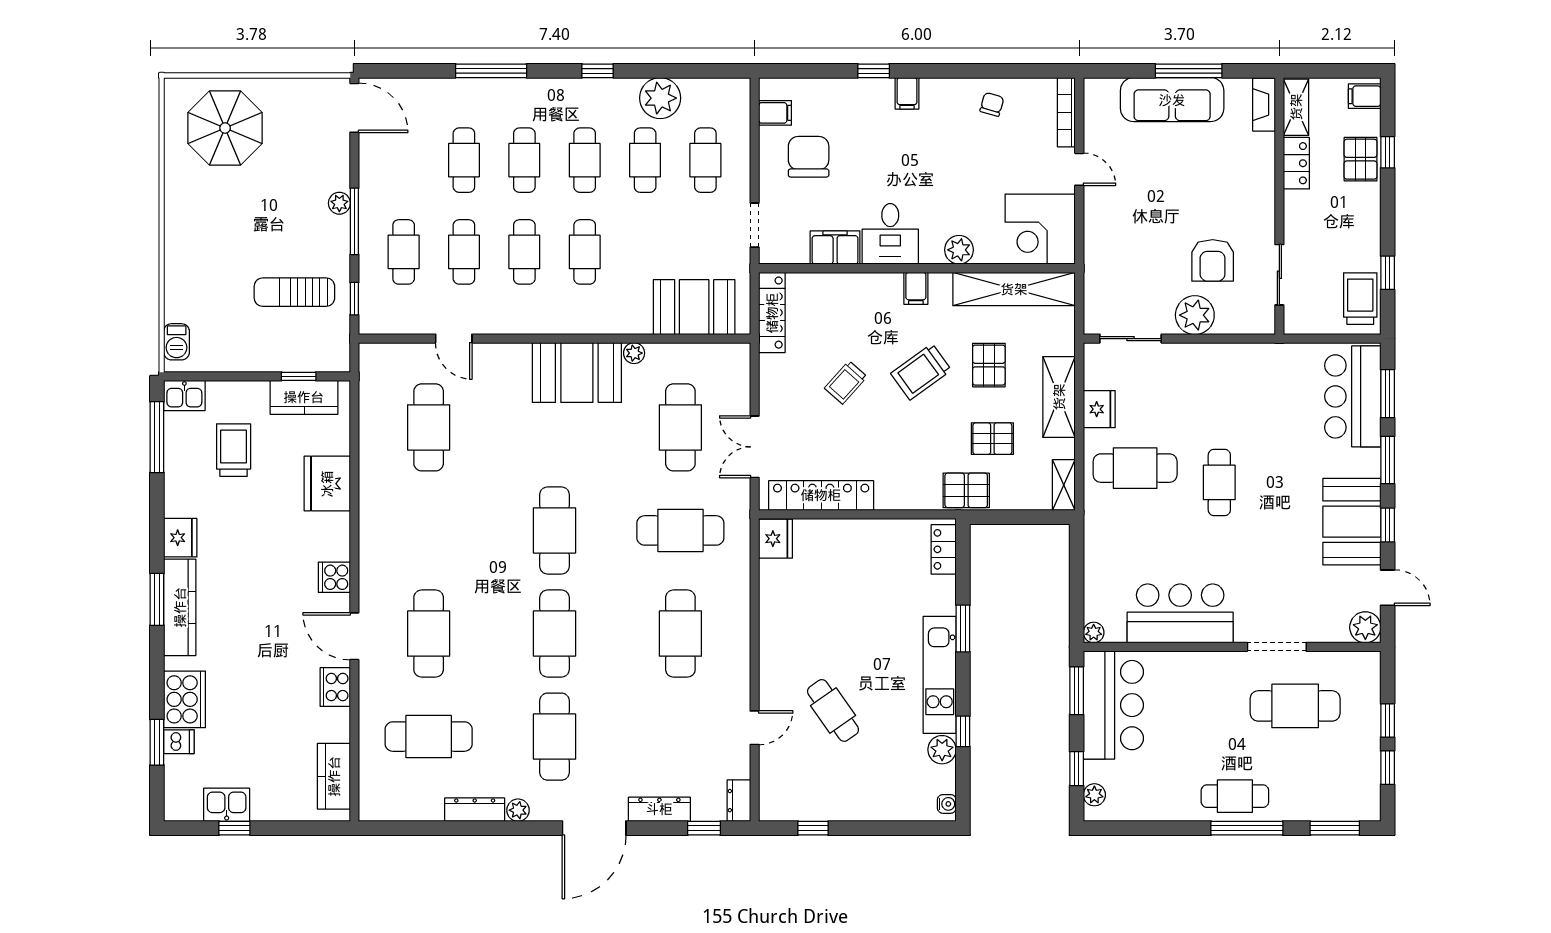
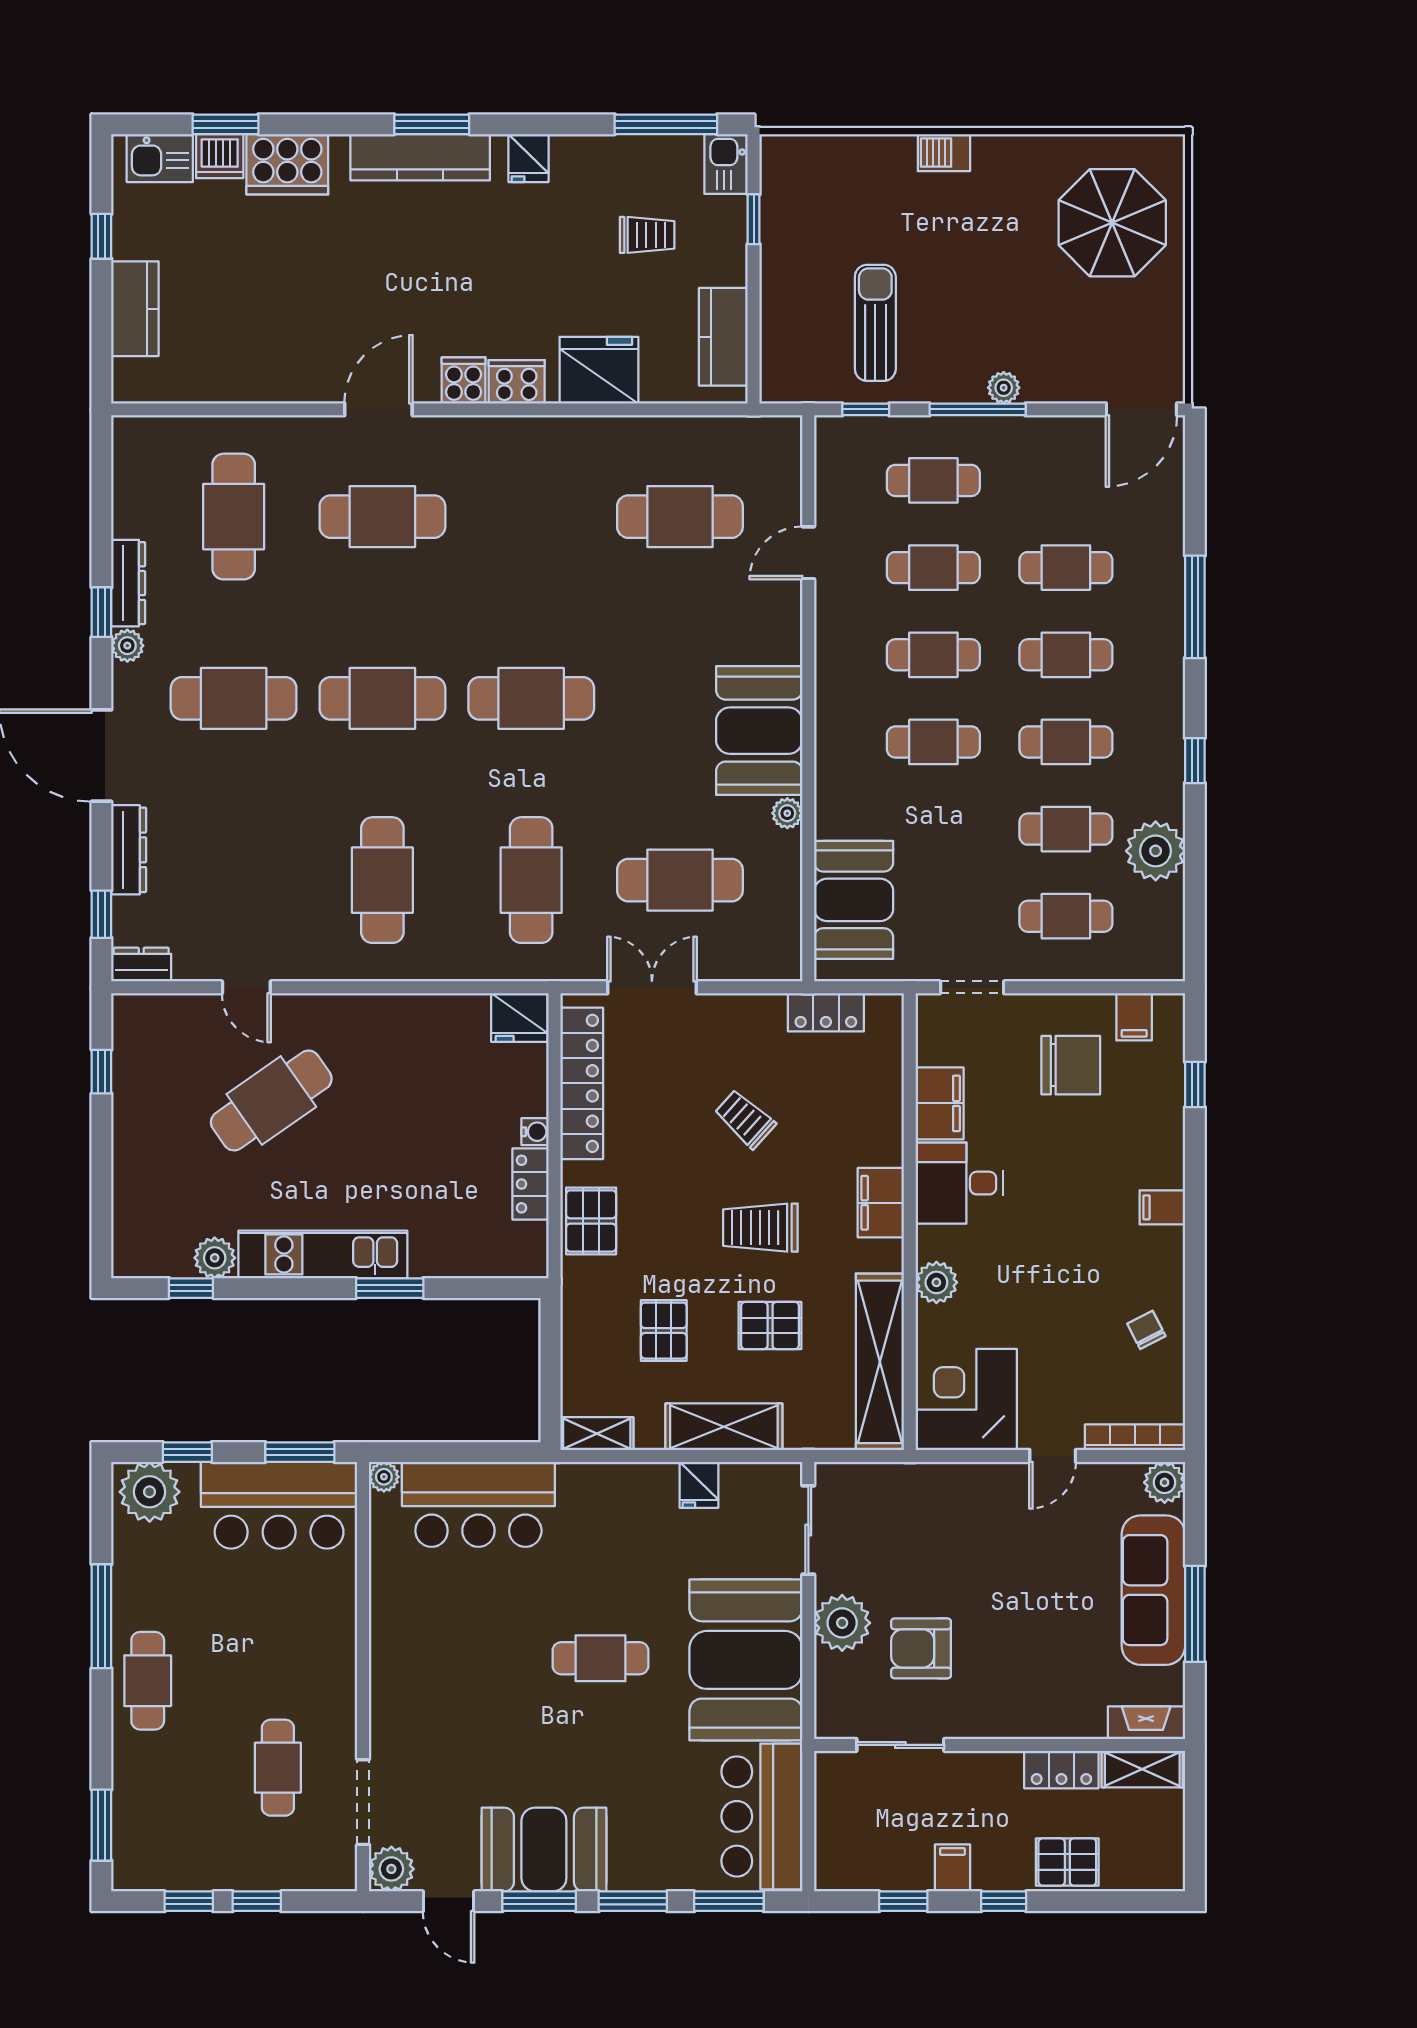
window: (874, 71) -> (1195, 1085), moved
plant: (1098, 92) -> (1165, 1482), added
filing cabinet: (1365, 96) -> (952, 1868), moved
chair: (992, 104) -> (1146, 1330), turned -133
window: (1388, 152) -> (1004, 1901), moved
filing cabinet: (916, 288) -> (881, 1203), width x2.00
trolley: (1360, 299) -> (866, 1862), removed
locker: (772, 313) -> (826, 1012), width x0.66
barbecue: (177, 342) -> (944, 153), moved
trolley: (921, 372) -> (760, 1228), turned -54
window: (299, 376) -> (754, 219), moved
booth: (1220, 382) -> (746, 1660), added
bar counter: (1353, 396) -> (762, 1816), moved, turned -90
fridge: (1099, 409) -> (699, 1485), width x0.72
trolley: (234, 450) -> (647, 235), width x0.73, depth x0.72
cafe table: (1135, 468) -> (621, 1537), removed
pallet: (966, 490) -> (591, 1221), moved
window: (1388, 525) -> (539, 1901), width x1.50
fridge: (180, 538) -> (528, 158), width x0.72
locker: (944, 549) -> (531, 1184), moved, turned -90
door: (1388, 588) -> (449, 1901), hinge flipped
bar counter: (1180, 613) -> (478, 1504), moved, turned 90
cafe table: (680, 634) -> (382, 880), turned 90
doorway: (1277, 647) -> (363, 1802), moved
cooker: (335, 687) -> (517, 382), moved
cafe table: (1295, 706) -> (278, 1768), width x0.73, depth x0.74
cafe table: (833, 710) -> (271, 1100), width x1.37, depth x1.35
window: (963, 731) -> (191, 1288), moved
dishwasher: (179, 742) -> (220, 156), width x1.38
kitchen counter: (334, 776) -> (135, 309), moved, turned 90
plant: (1094, 795) -> (150, 1492), width x1.88, depth x1.88
water cooler: (947, 804) -> (535, 1132), moved, turned -90
kitchen sink: (227, 805) -> (160, 158), moved, turned 90
window: (495, 828) -> (101, 612), added
window: (1247, 828) -> (101, 1616), moved

